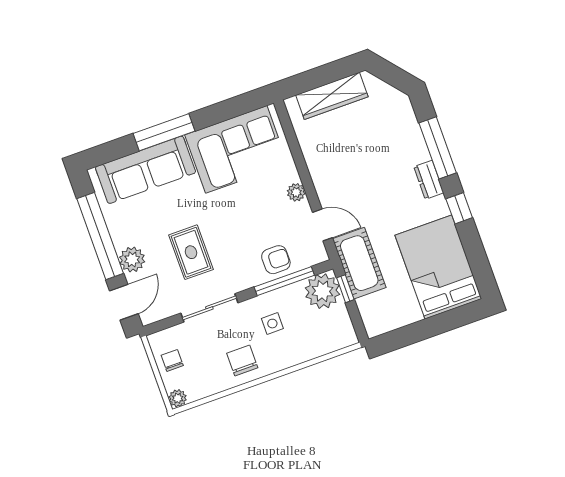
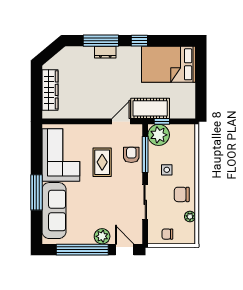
dresser: (429, 180) -> (105, 52), moved
plant: (296, 192) -> (97, 130), removed
rug: (191, 252) -> (102, 162), moved, turned 90
plant: (178, 398) -> (190, 217), moved

